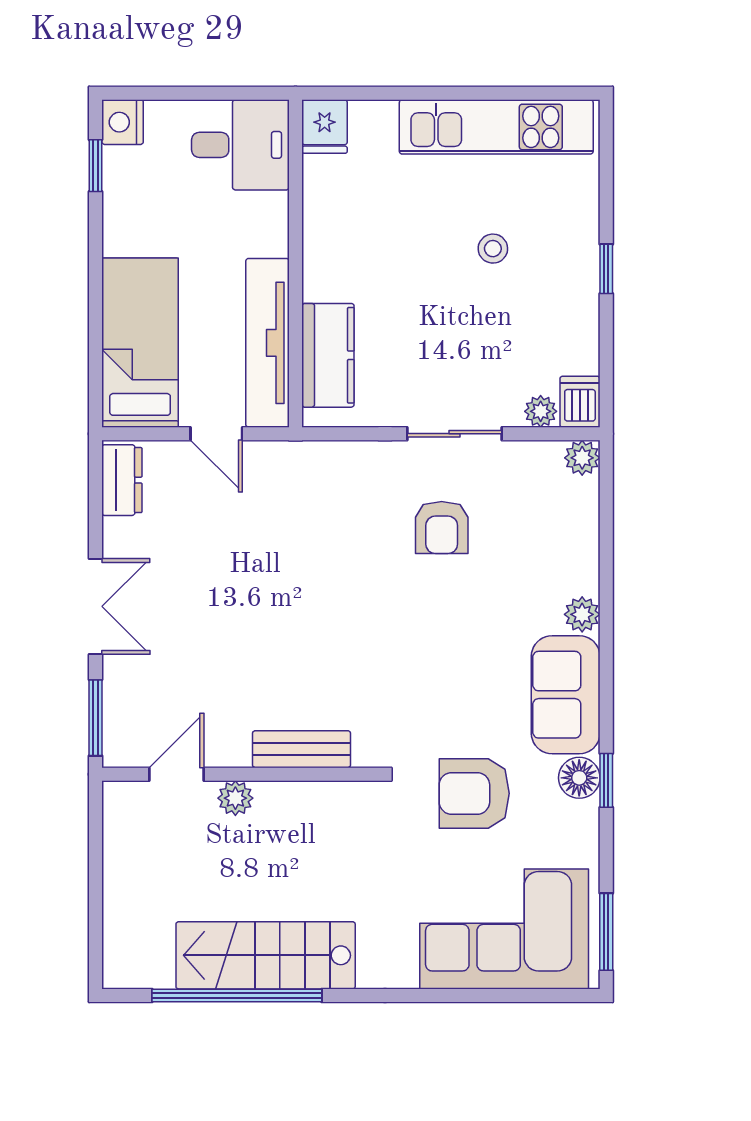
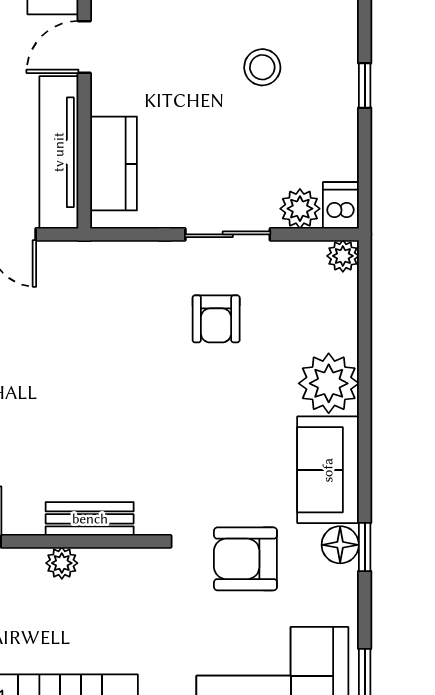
door: (296, 226) -> (84, 47), added
stool: (493, 249) -> (262, 67), width x1.37, depth x1.37
plant: (541, 411) -> (300, 209), width x1.38, depth x1.38
plant: (582, 614) -> (329, 383), width x1.87, depth x1.87
plant: (235, 798) -> (62, 563), moved

